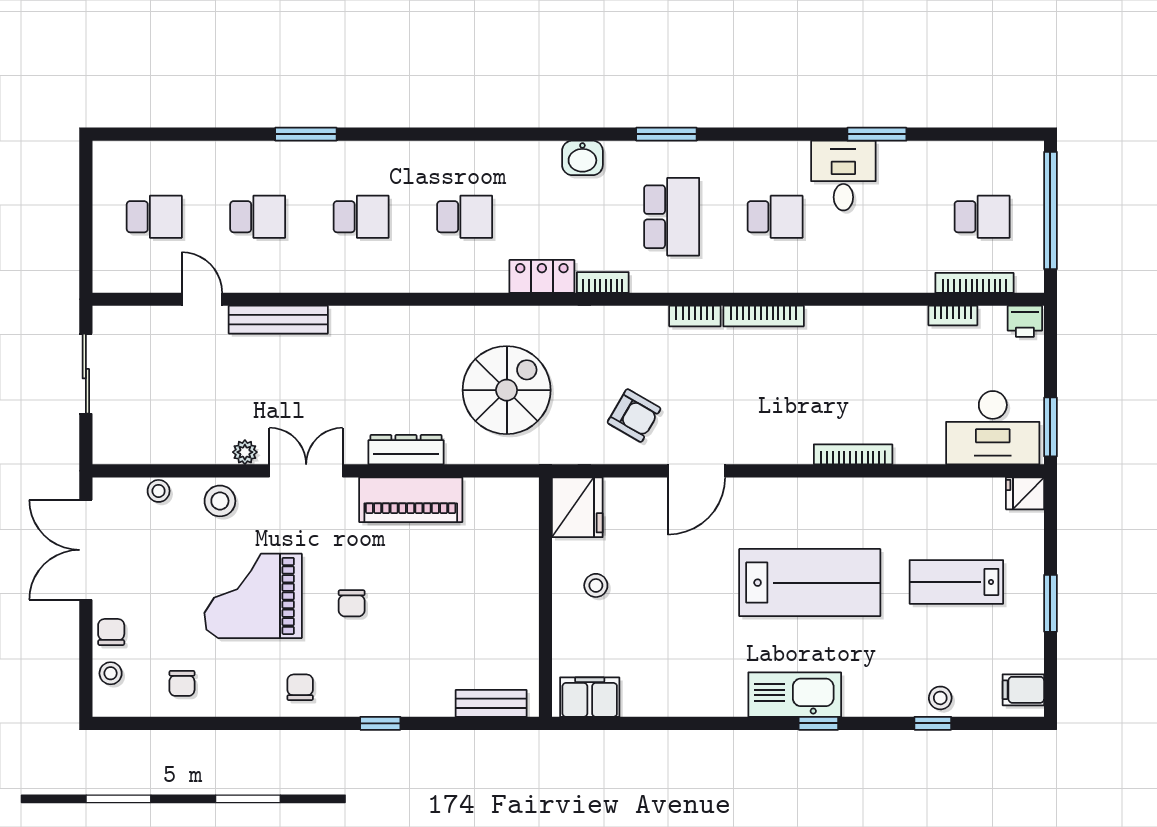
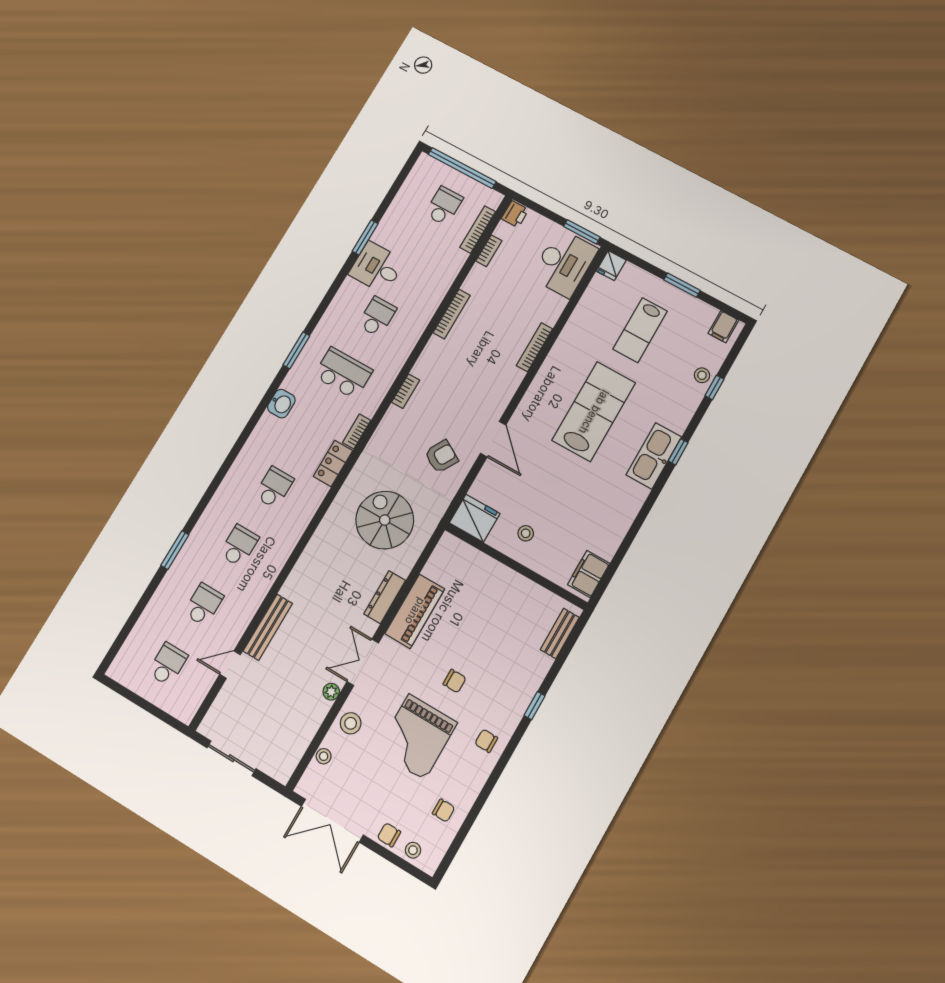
bookcase: (764, 316) -> (452, 314), moved

